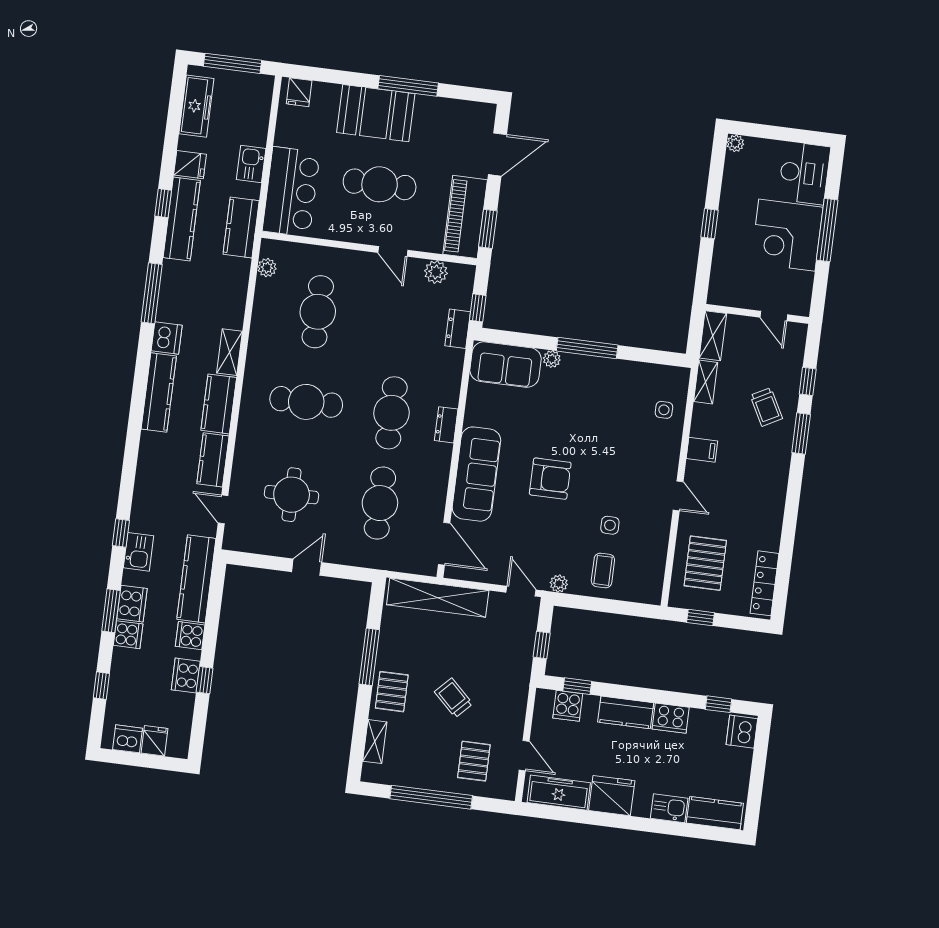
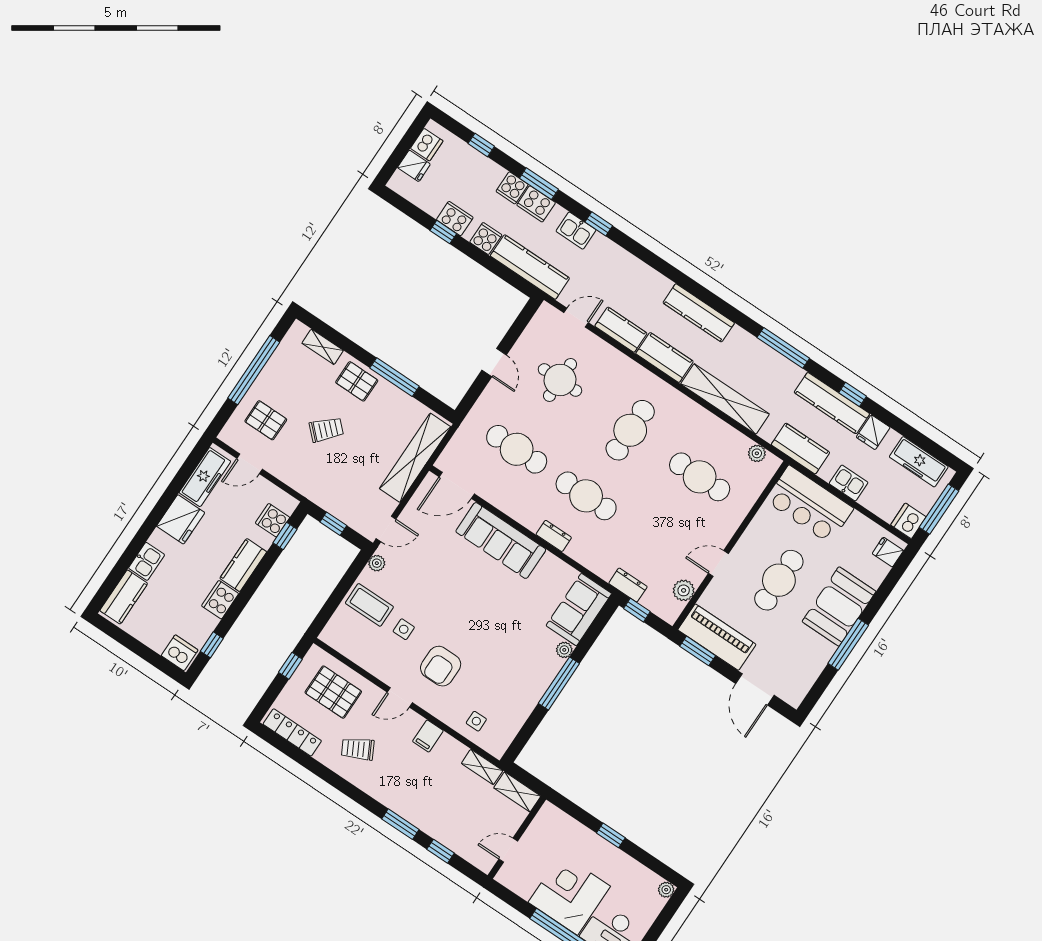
dishwasher: (167, 338) -> (908, 521), moved, turned 90
shelving: (230, 352) -> (725, 399), width x2.20, depth x1.33
trolley: (766, 407) -> (358, 749), moved
armchair: (550, 479) -> (441, 666), moved
coffee table: (603, 570) -> (369, 605), width x1.36, depth x1.30

